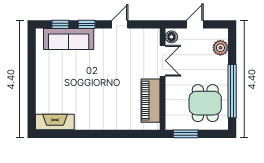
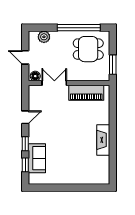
door: (120, 24) -> (25, 117), swing flipped
sofa: (69, 39) -> (37, 158), width x0.73
fireplace: (55, 122) -> (103, 140), moved

